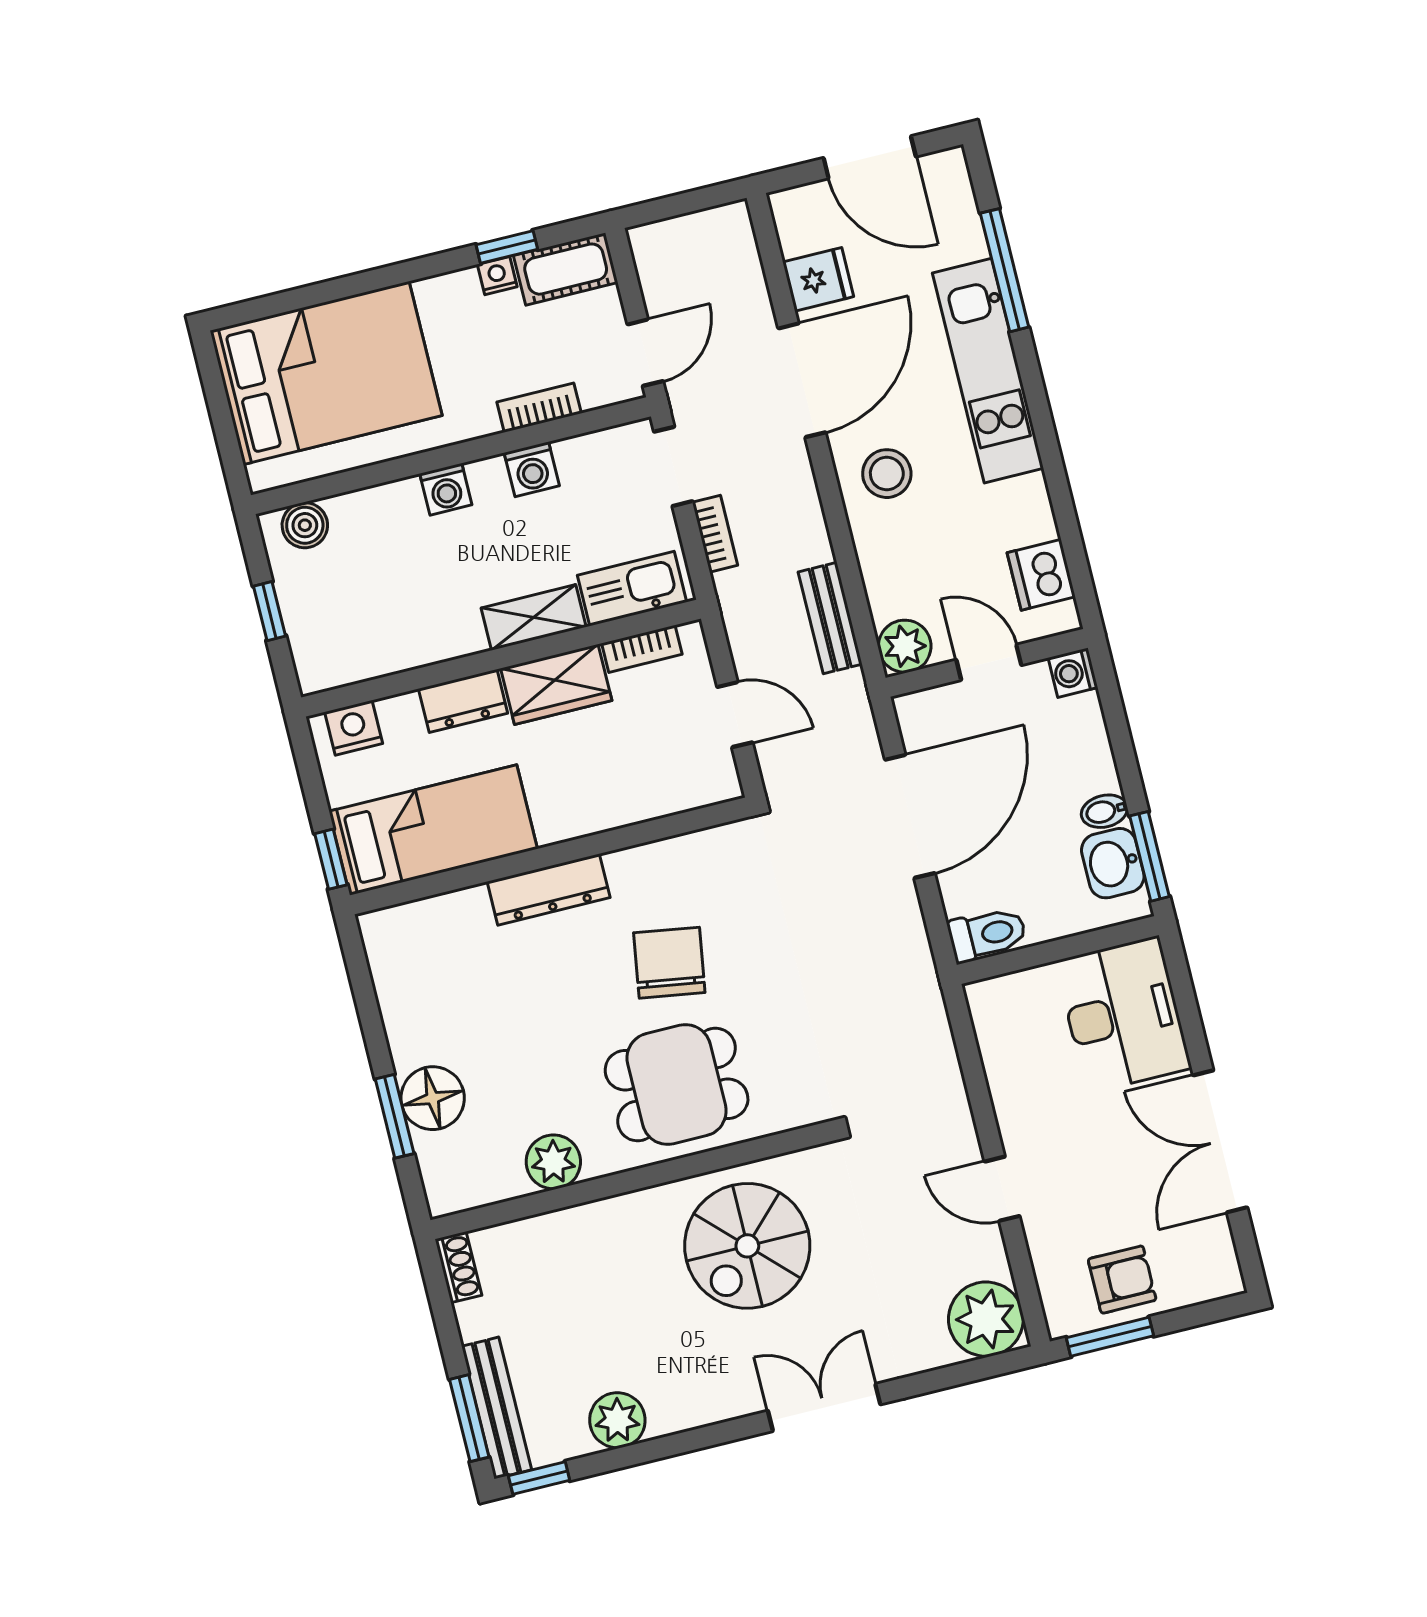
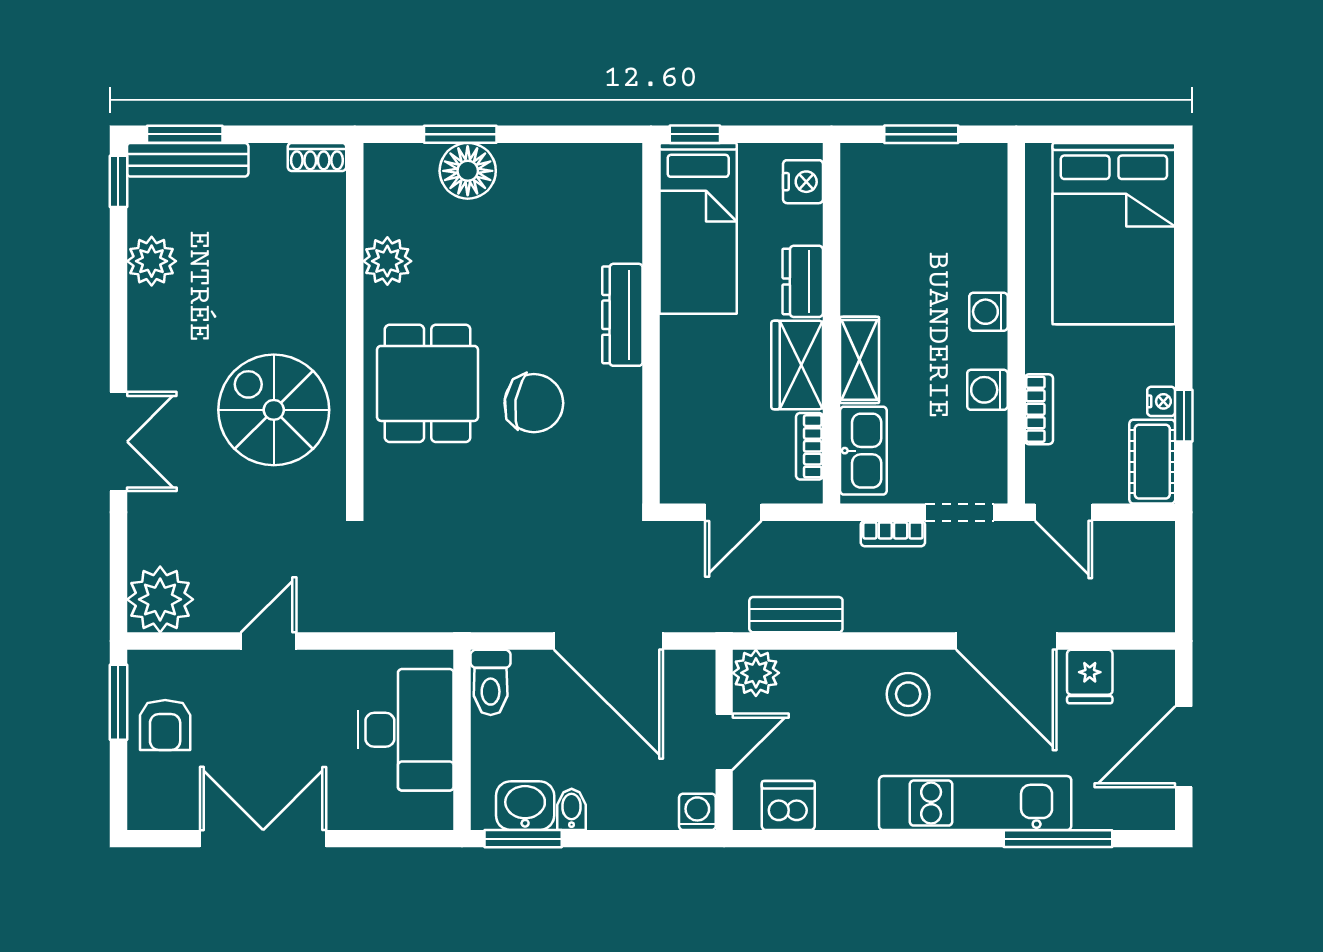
boiler: (305, 525) -> (988, 183), removed
window: (270, 611) -> (921, 134), width x1.50
desk: (1123, 1015) -> (406, 730), moved, turned -90

